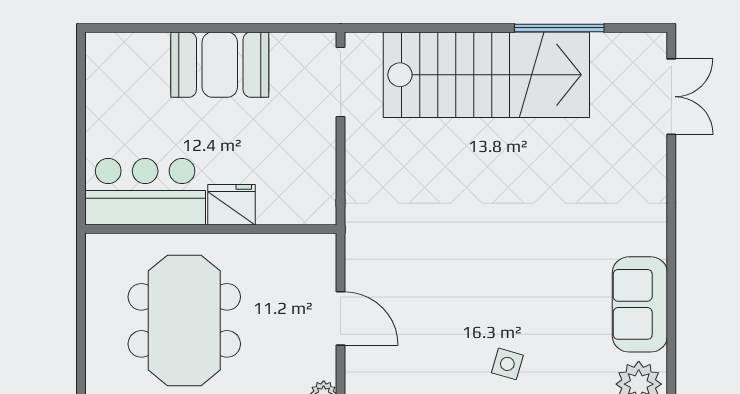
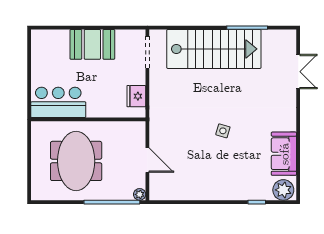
double door: (671, 97) -> (298, 72), moved
fridge: (231, 205) -> (136, 96), moved, turned -90
side table: (507, 364) -> (223, 131), moved

